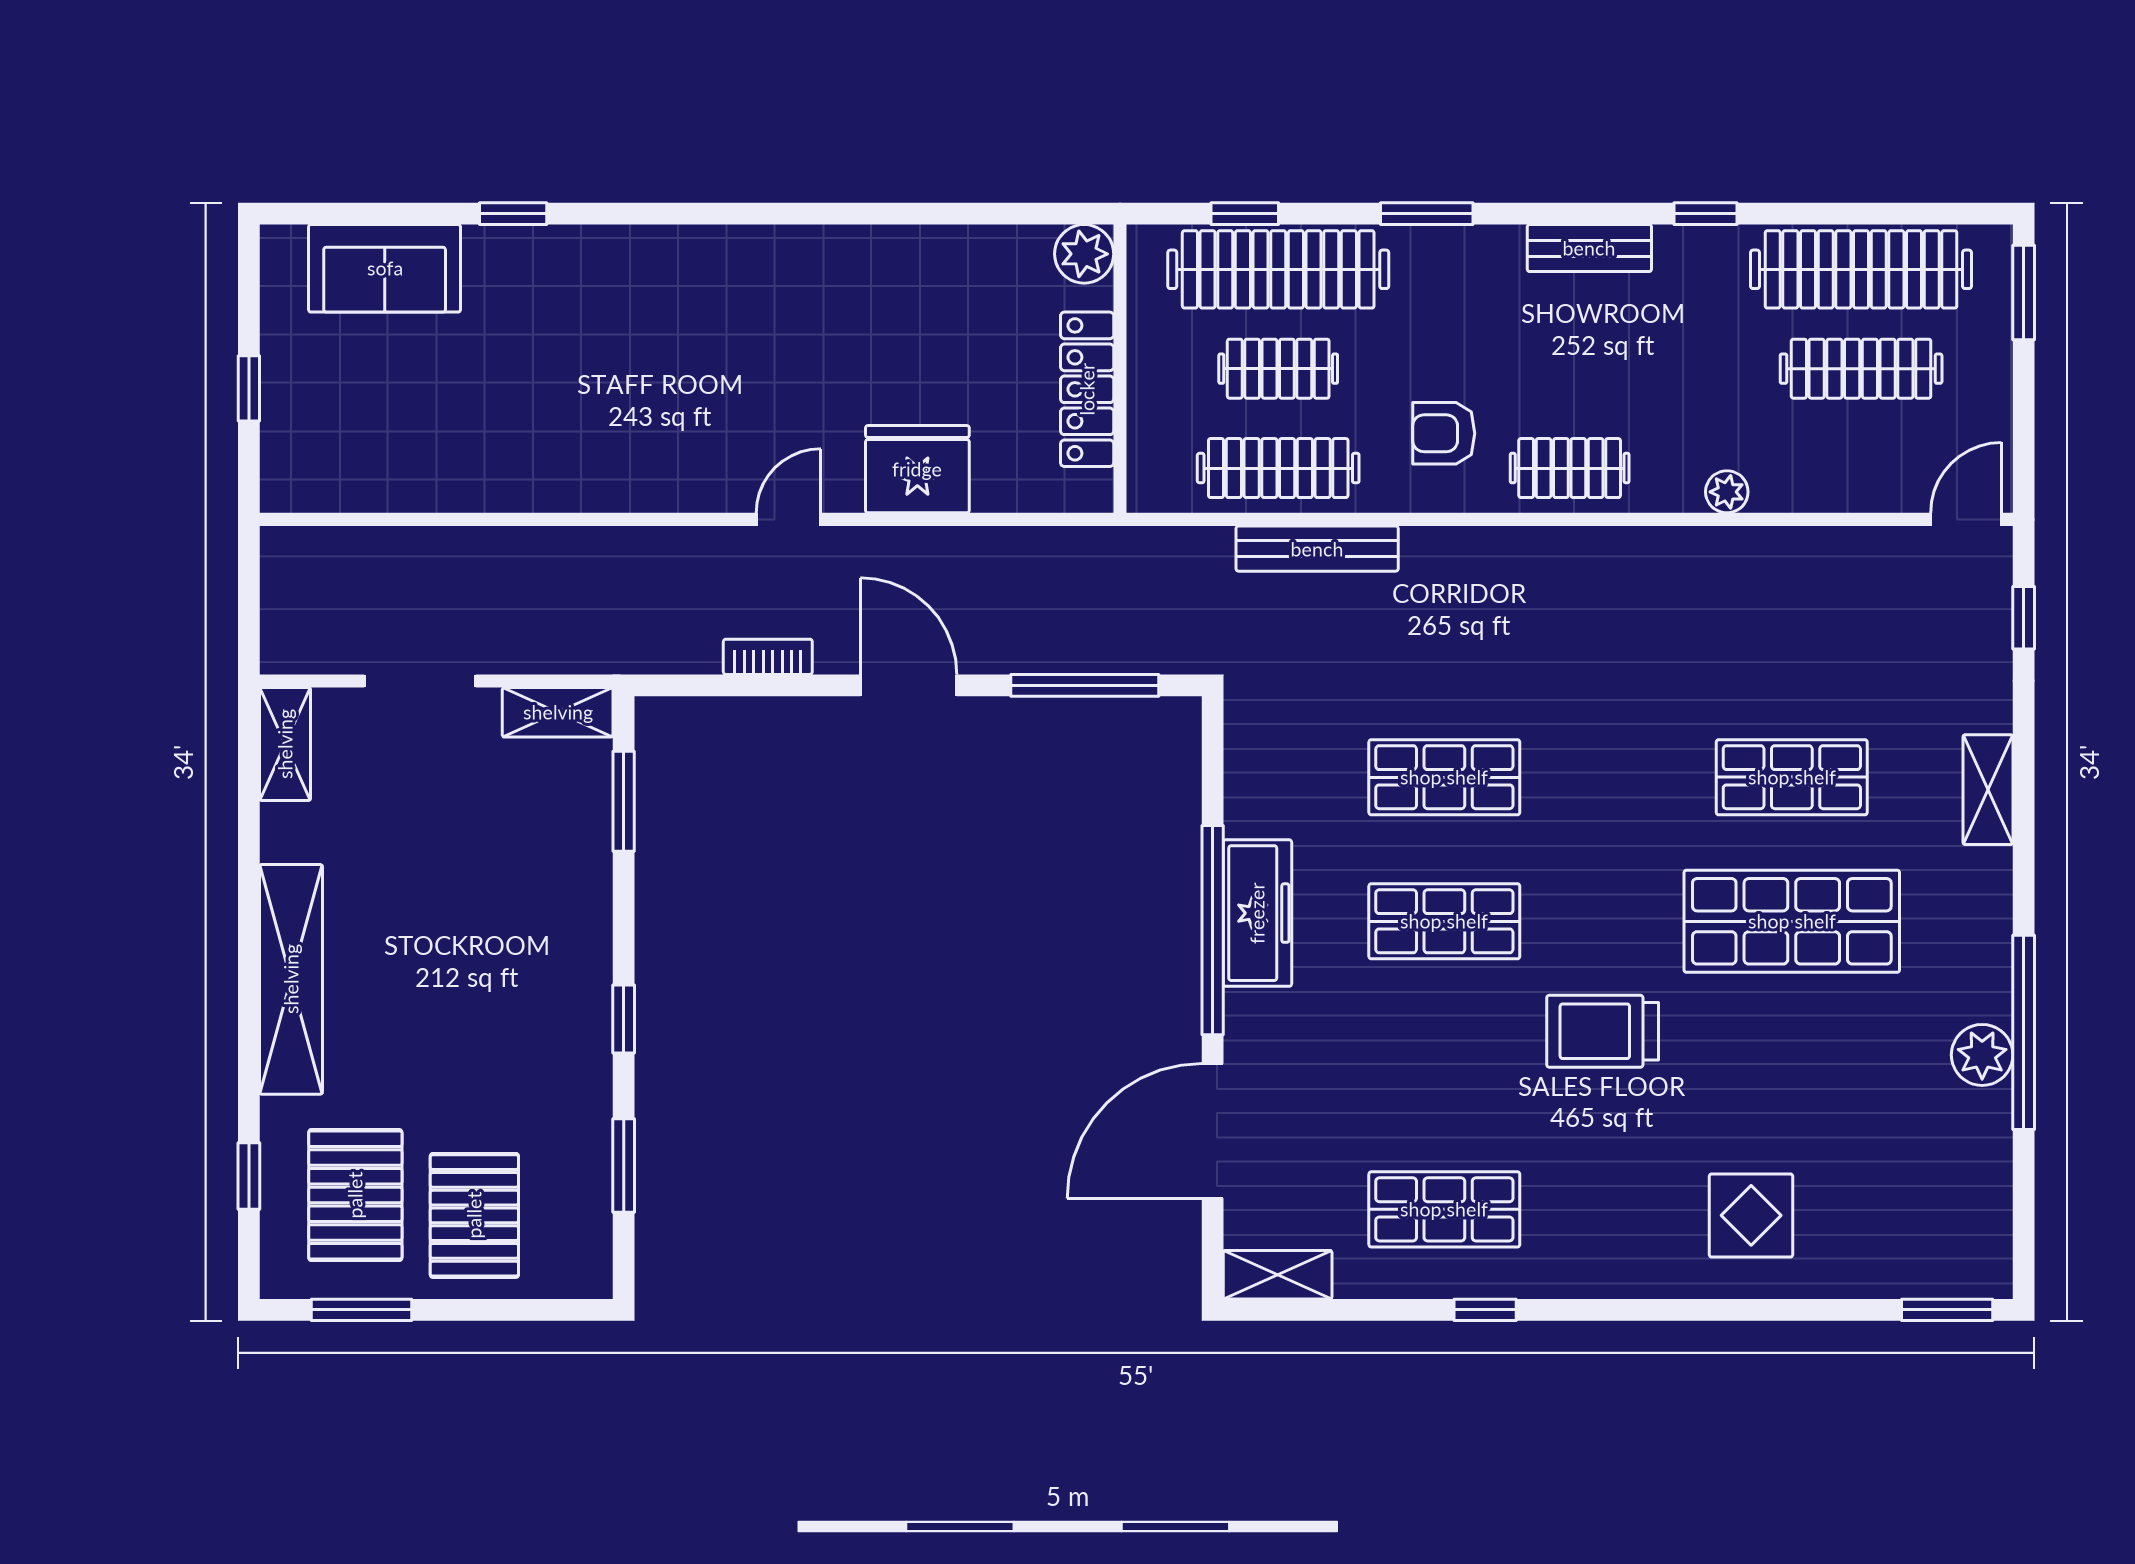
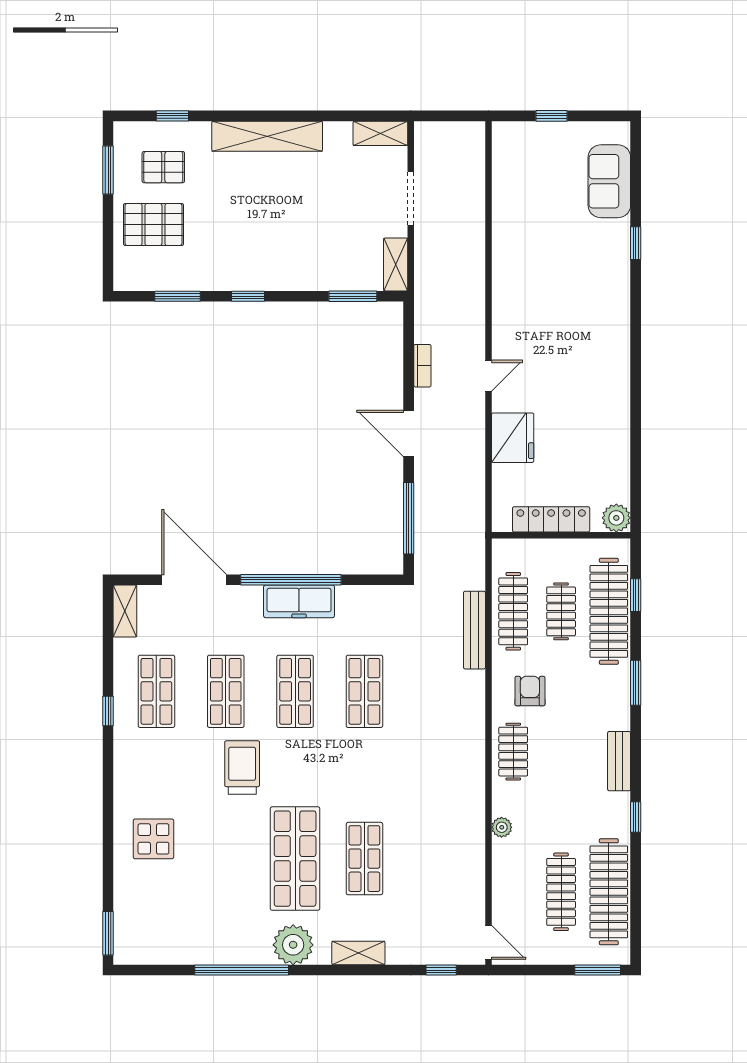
door: (789, 519) -> (488, 376), hinge flipped
door: (909, 685) -> (409, 433), swing flipped
plant: (1982, 1055) -> (293, 945), moved, width x1.36, depth x1.36
shop shelf: (1444, 1065) -> (226, 691), added
pallet: (355, 1195) -> (163, 167), width x0.67, depth x0.71

